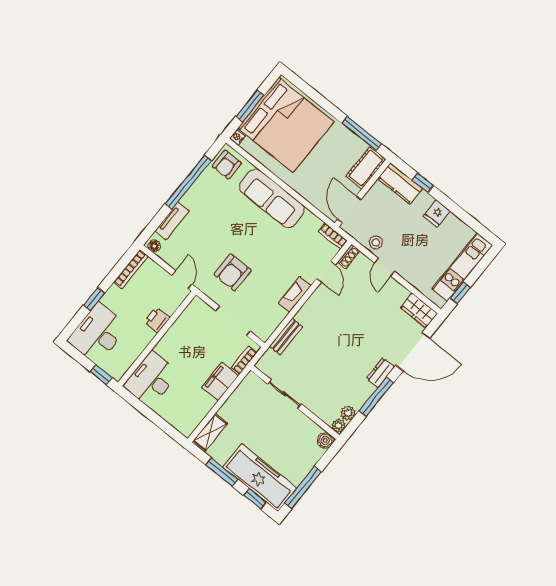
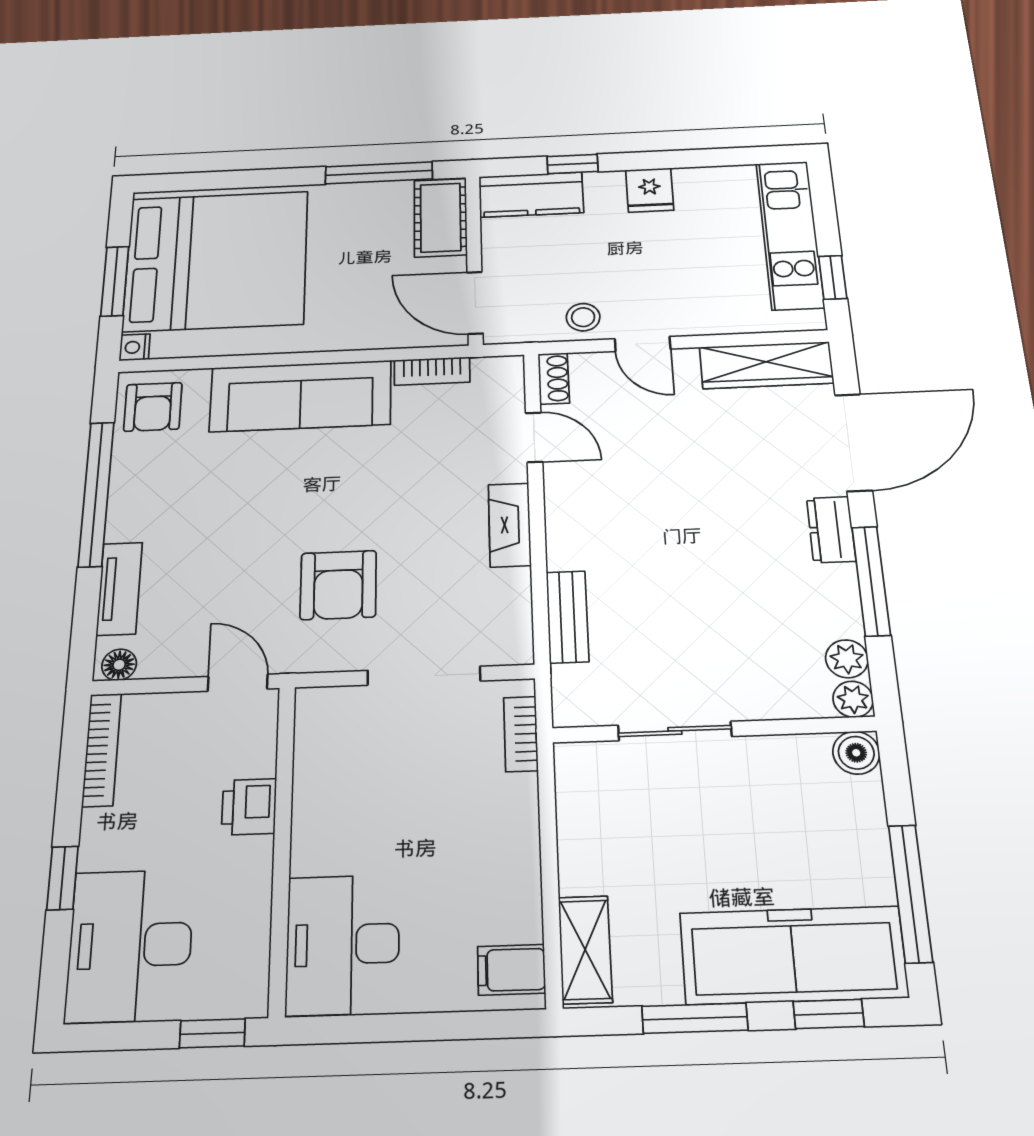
bookcase: (333, 236) -> (432, 371), moved
wardrobe: (419, 311) -> (766, 365), width x1.50
filing cabinet: (220, 381) -> (511, 970), moved, width x0.50

